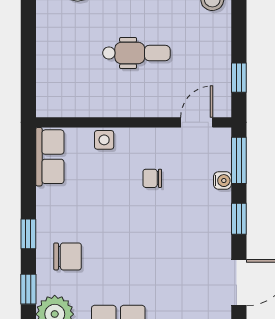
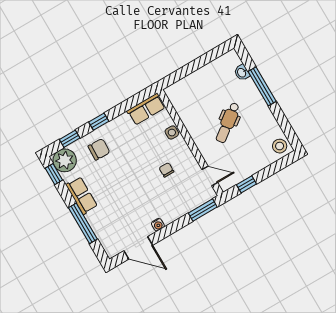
dental chair: (136, 53) -> (228, 123), turned 53
water cooler: (222, 181) -> (158, 225), moved
window: (239, 219) -> (172, 228), removed
chair: (68, 256) -> (99, 149), turned -88

